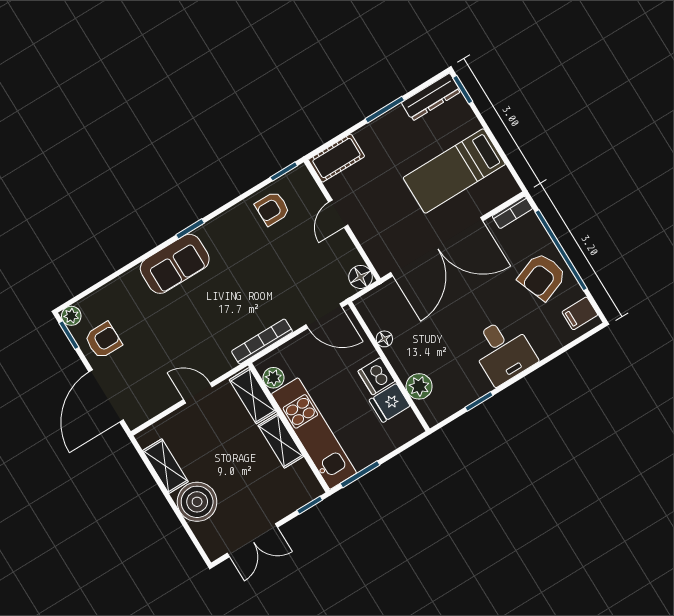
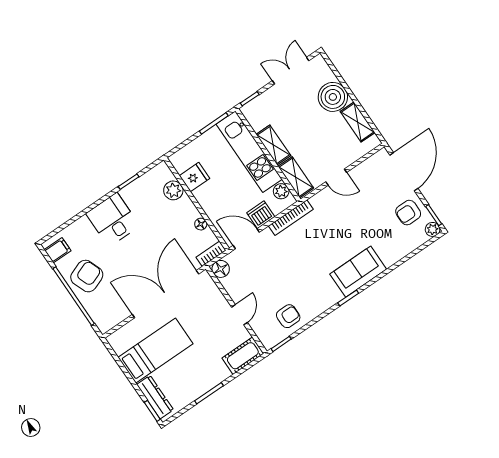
dresser: (431, 97) -> (155, 397), moved, turned 90
bookcase: (512, 212) -> (211, 254), moved
dishwasher: (376, 376) -> (261, 215), moved, turned -90

